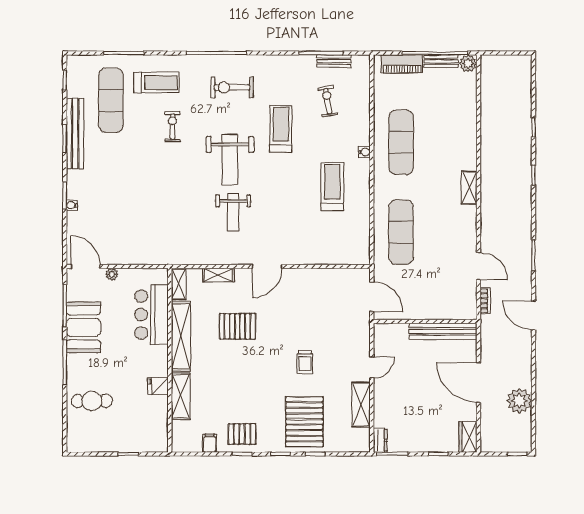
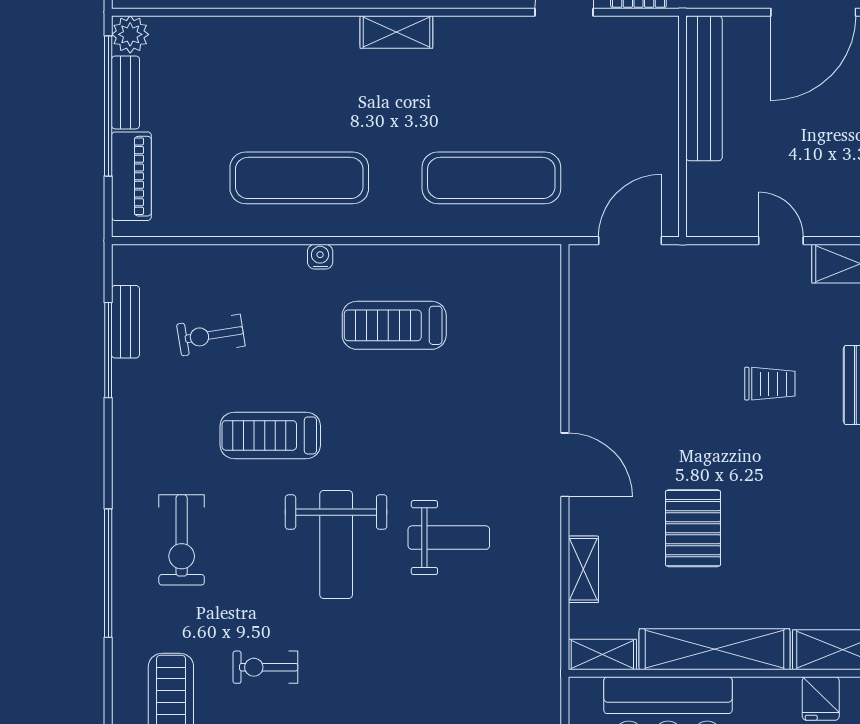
weight bench: (230, 160) -> (336, 545), turned 90

